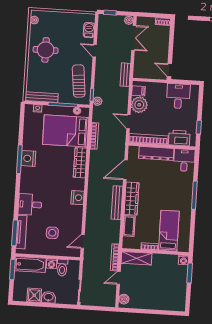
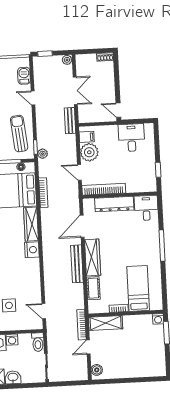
double door: (134, 38) -> (75, 91), moved
printer: (179, 138) -> (138, 184), removed
nightstand: (78, 198) -> (32, 250), moved
door: (83, 241) -> (44, 311), hinge flipped
toilet: (62, 268) -> (38, 342), moved

